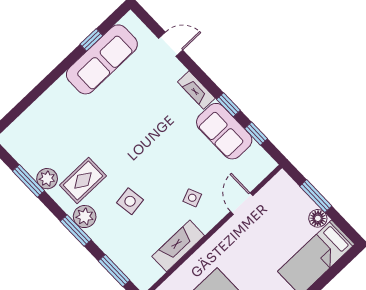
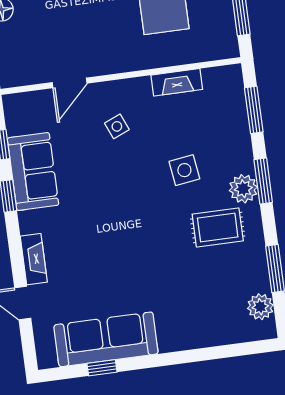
fireplace: (196, 90) -> (34, 259), moved
plant: (47, 179) -> (260, 307), moved
fireplace: (178, 246) -> (177, 82), width x0.73, depth x0.76

